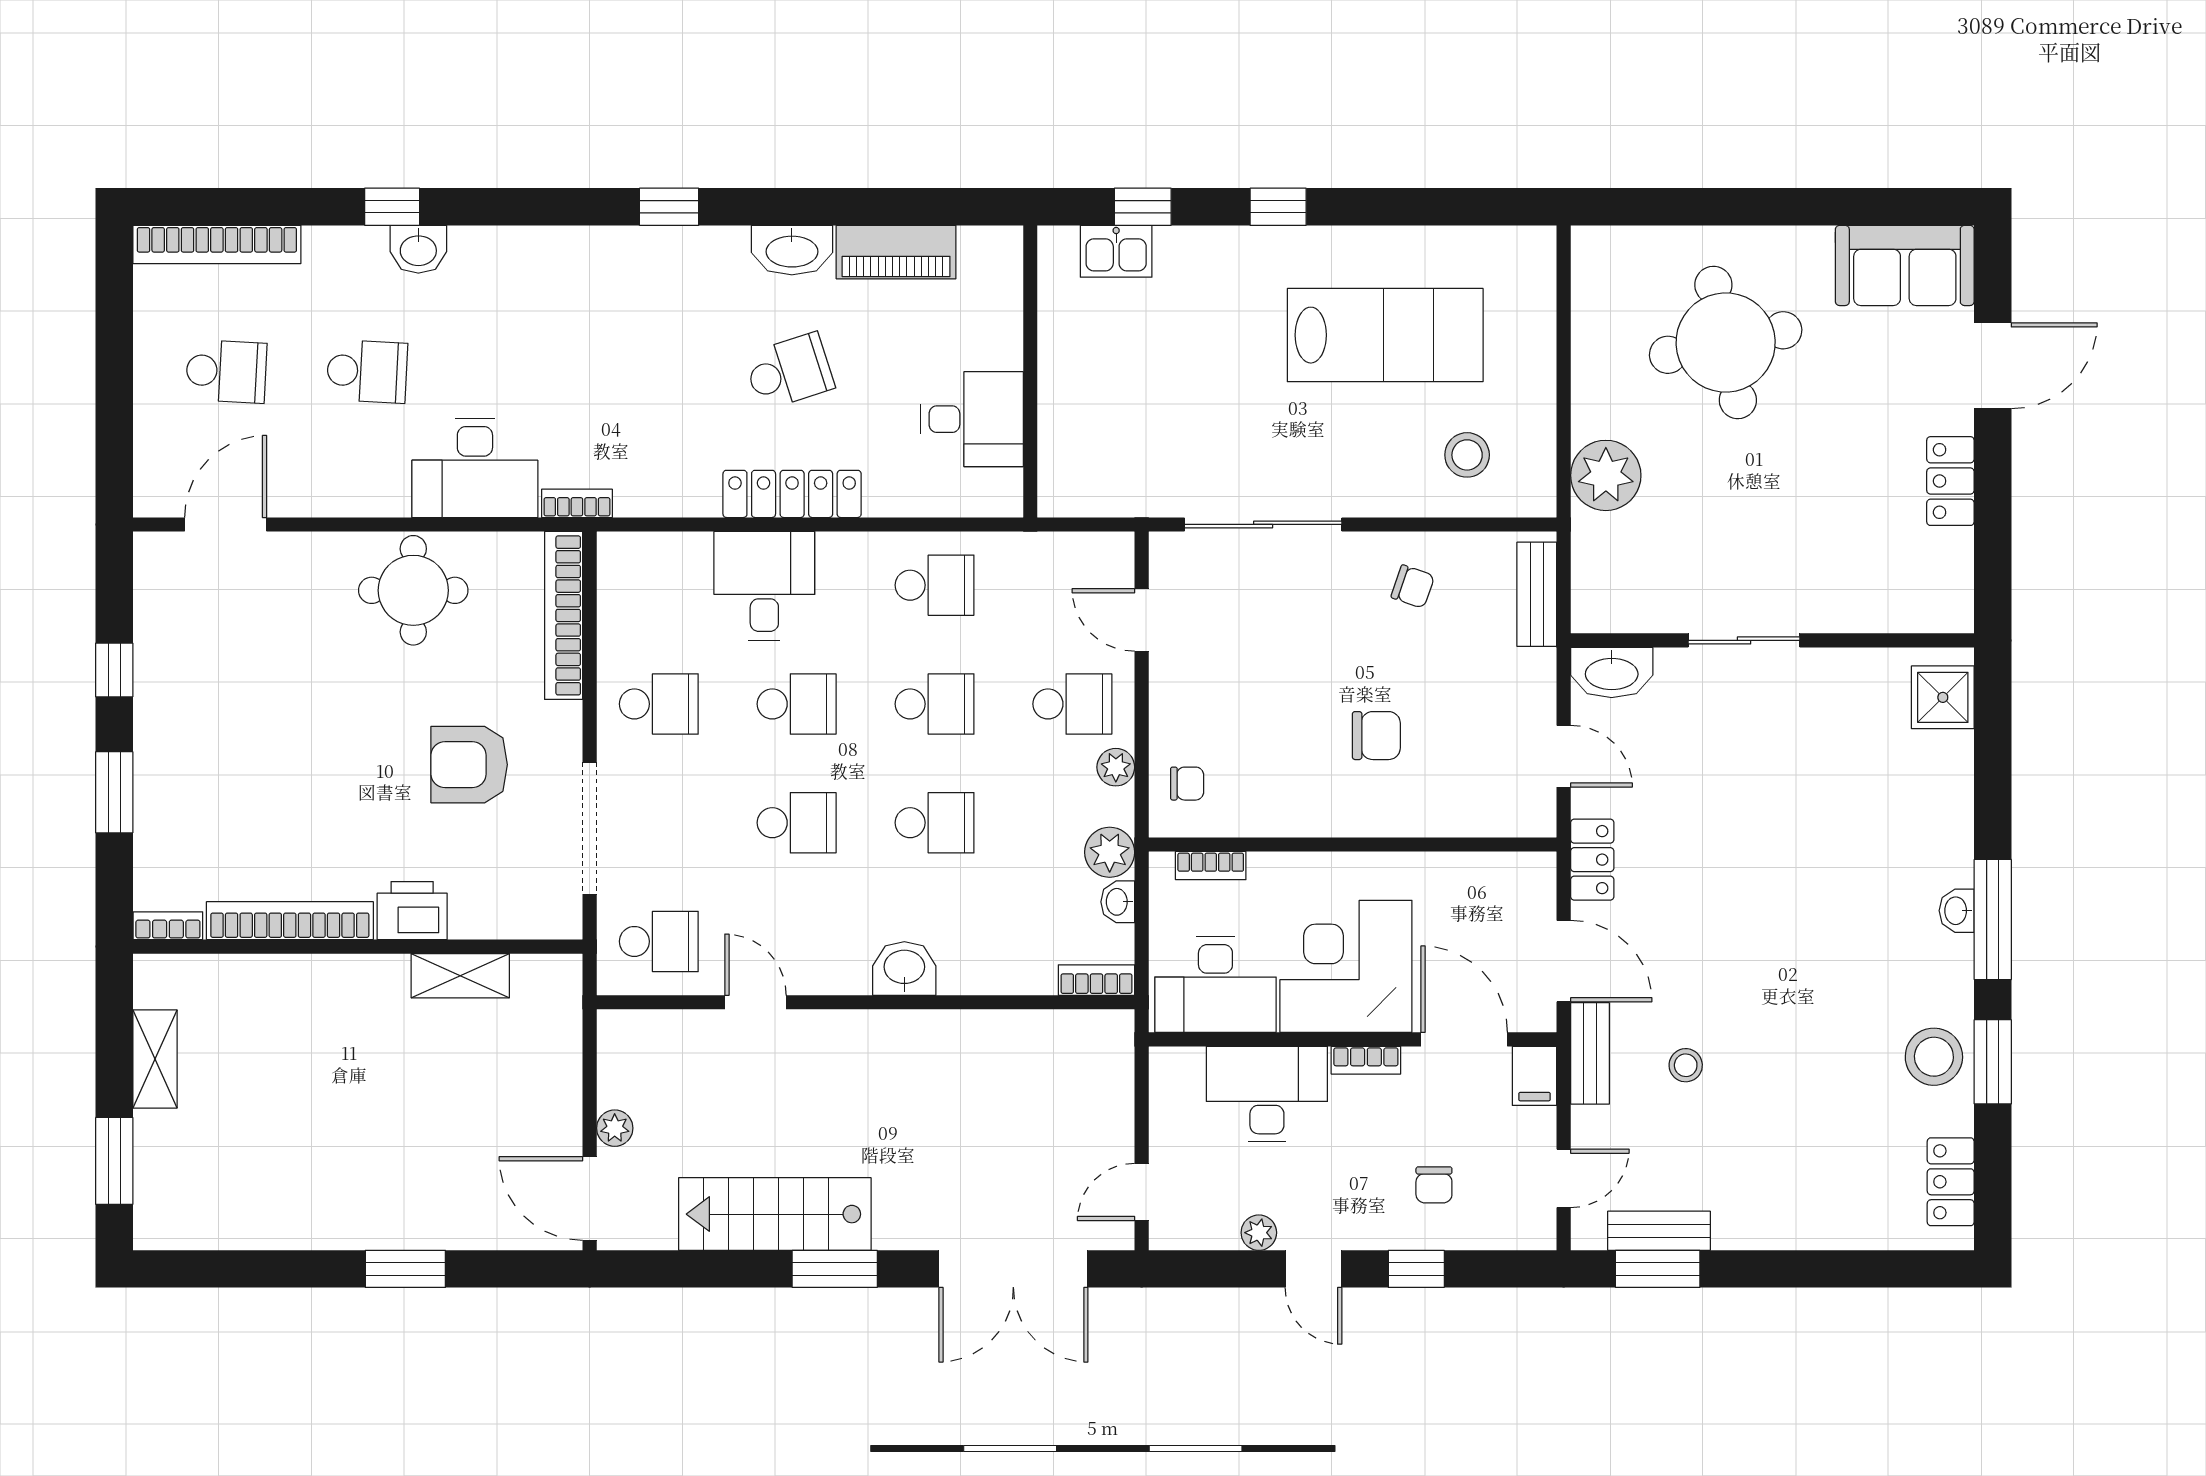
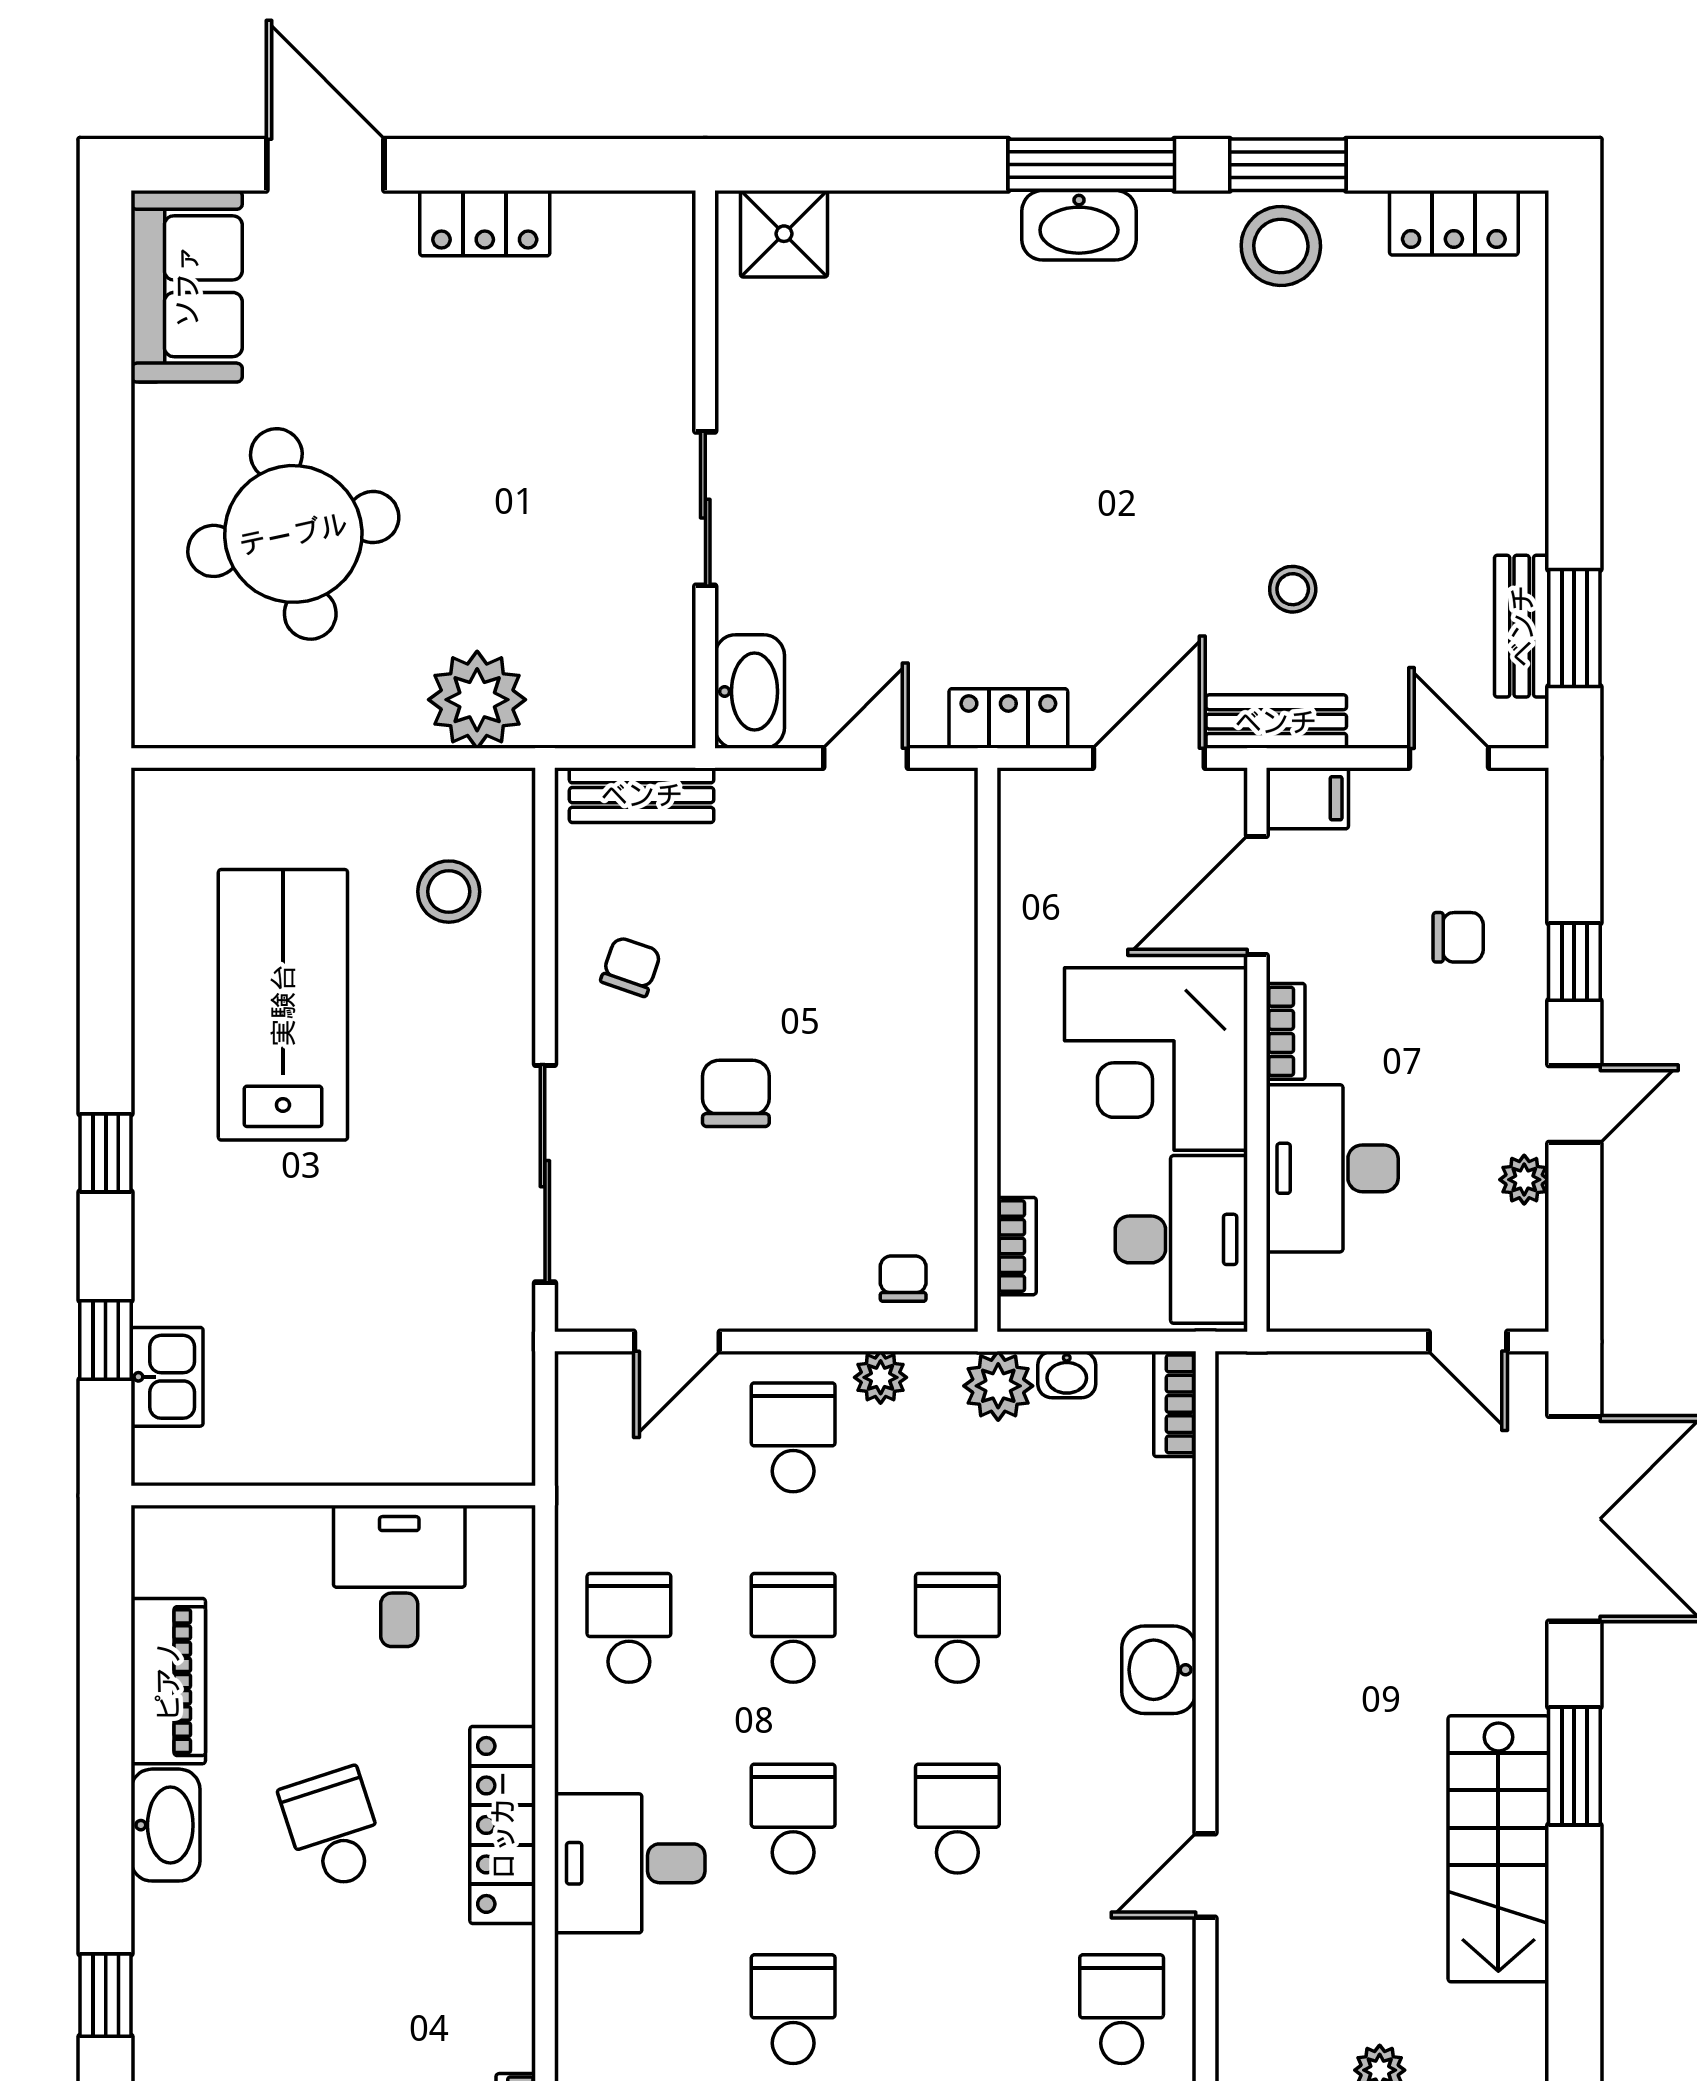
chair: (1376, 736) -> (736, 1093), moved
washbasin: (1957, 911) -> (1079, 225), width x1.91, depth x1.45

